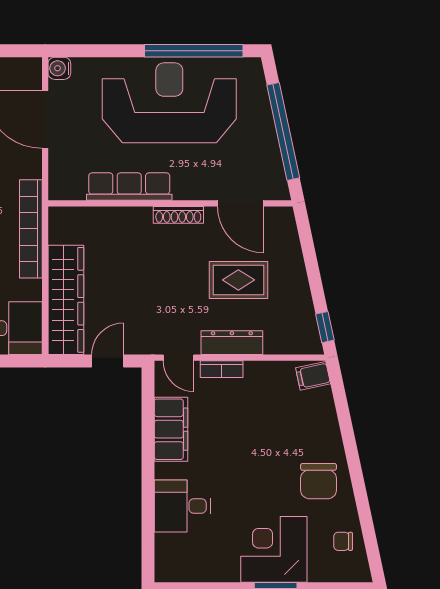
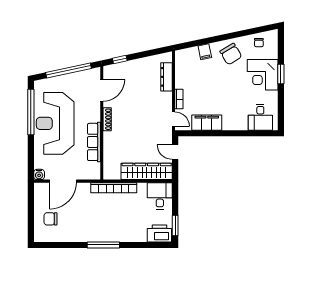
rug: (238, 280) -> (137, 91), removed
window: (325, 327) -> (120, 60), moved
dresser: (232, 343) -> (167, 77), moved
door: (178, 358) -> (174, 119), hinge flipped
filing cabinet: (313, 376) -> (205, 52), moved
chair: (319, 481) -> (231, 54), turned 59
desk: (182, 506) -> (260, 117), moved

